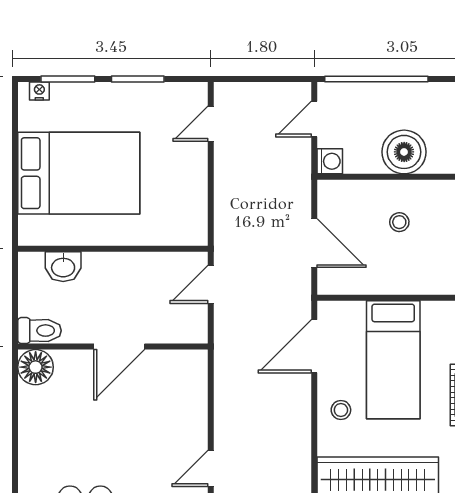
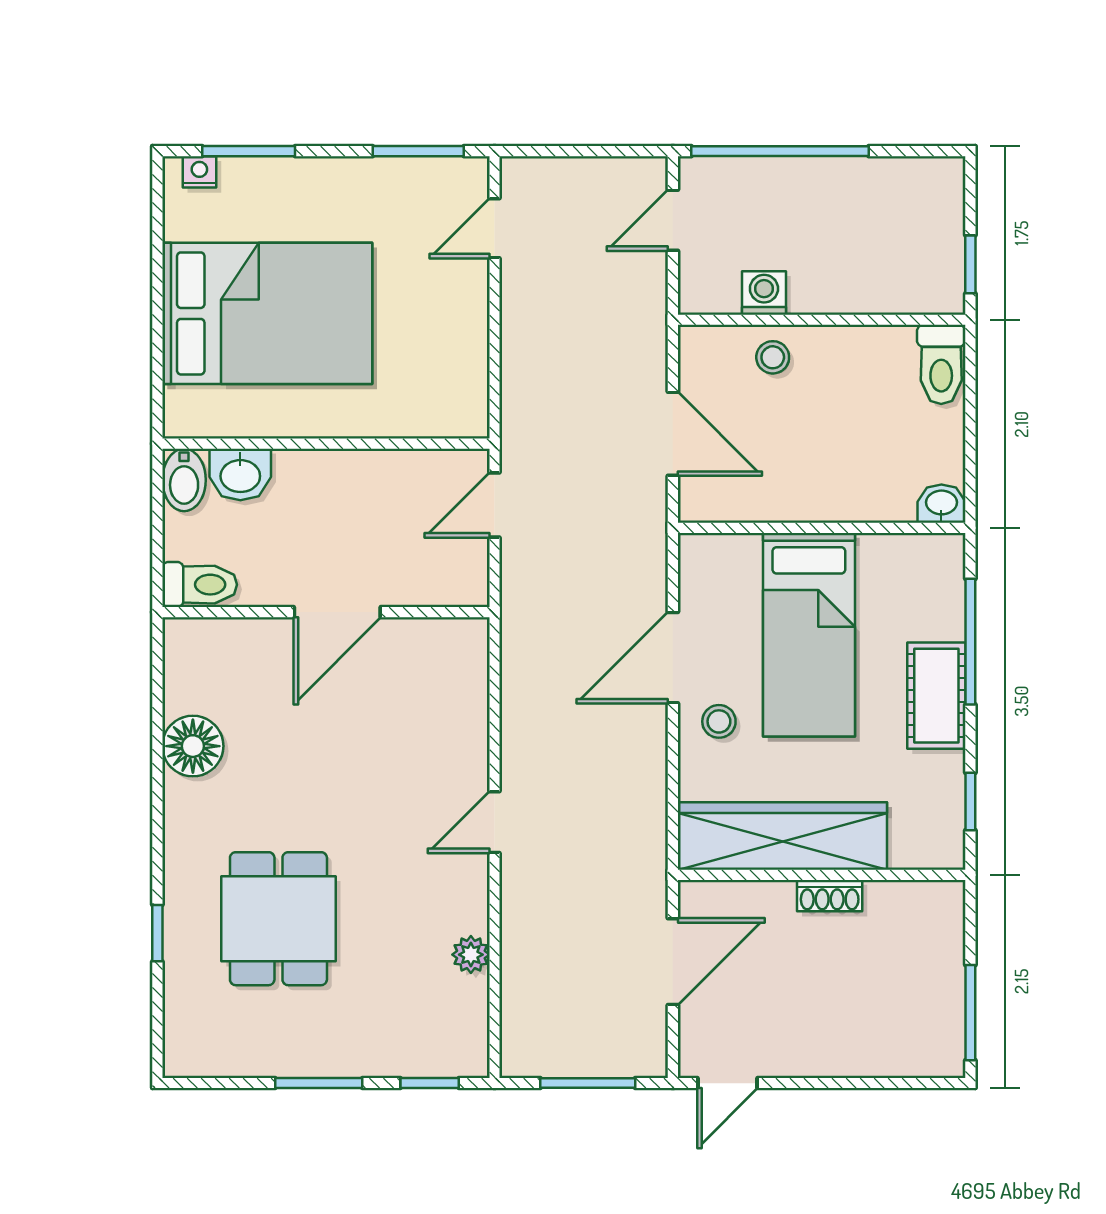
window: (138, 79) -> (418, 151), moved
boiler: (404, 152) -> (828, 277), removed
washing machine: (330, 161) -> (764, 293), moved, turned -90
stool: (399, 222) -> (773, 357), moved
bidet: (30, 270) -> (184, 480), added
door: (314, 346) -> (673, 658), moved
floor lamp: (36, 367) -> (193, 746), moved

